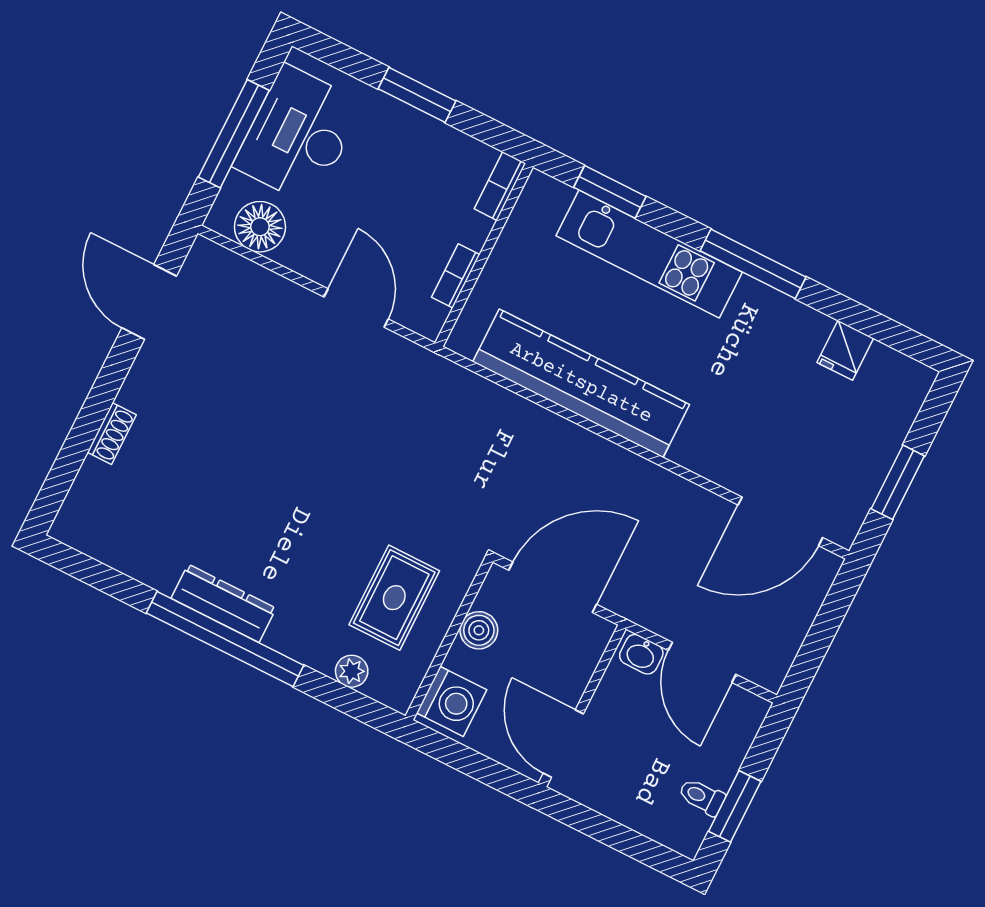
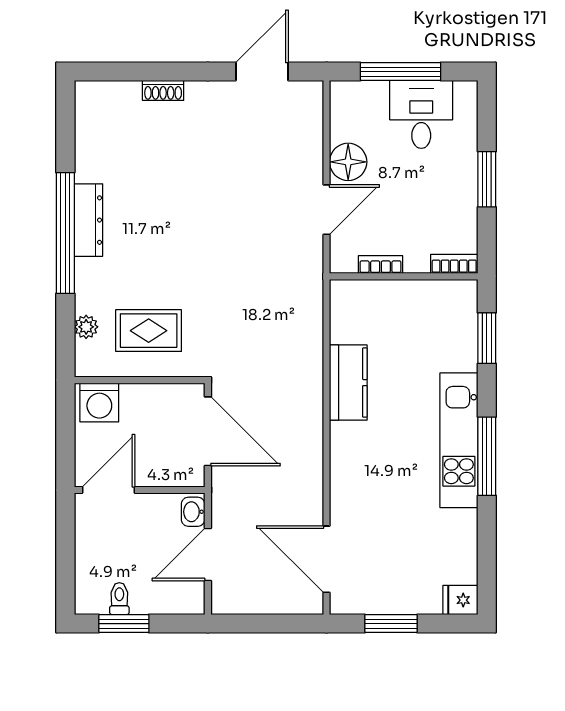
desk: (298, 135) -> (421, 114), width x0.73
floor lamp: (260, 227) -> (348, 162), moved
kitchen unit: (649, 254) -> (459, 440), moved
fridge: (845, 350) -> (460, 600), moved
kitchen counter: (581, 383) -> (348, 383), width x0.48, depth x0.86
boiler: (479, 630) -> (155, 397), removed

